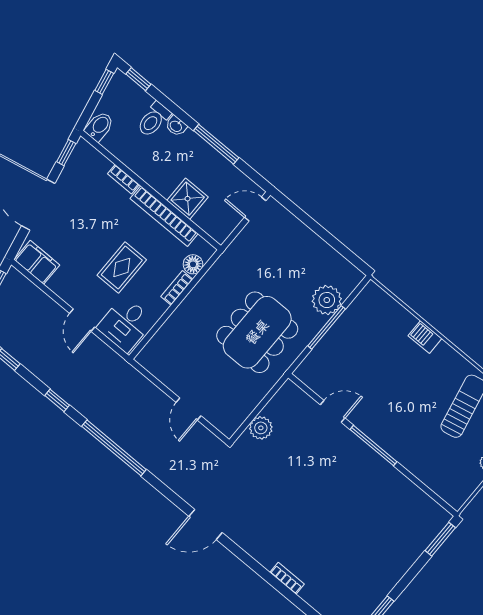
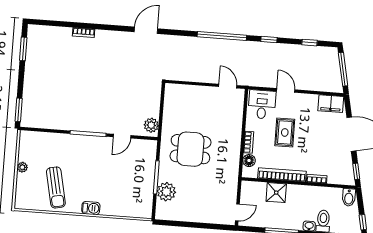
dining table: (257, 332) -> (190, 149), width x0.73
barbecue: (425, 337) -> (91, 208), moved
door: (188, 409) -> (228, 86), moved
plant: (261, 428) -> (151, 125), moved

